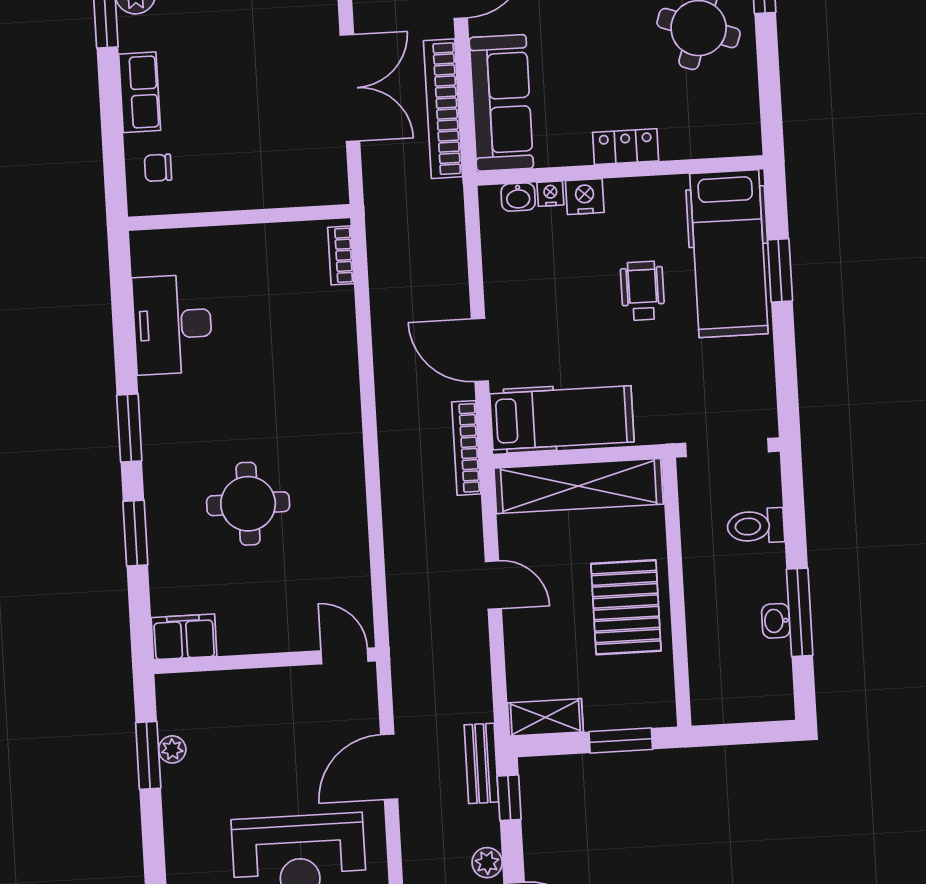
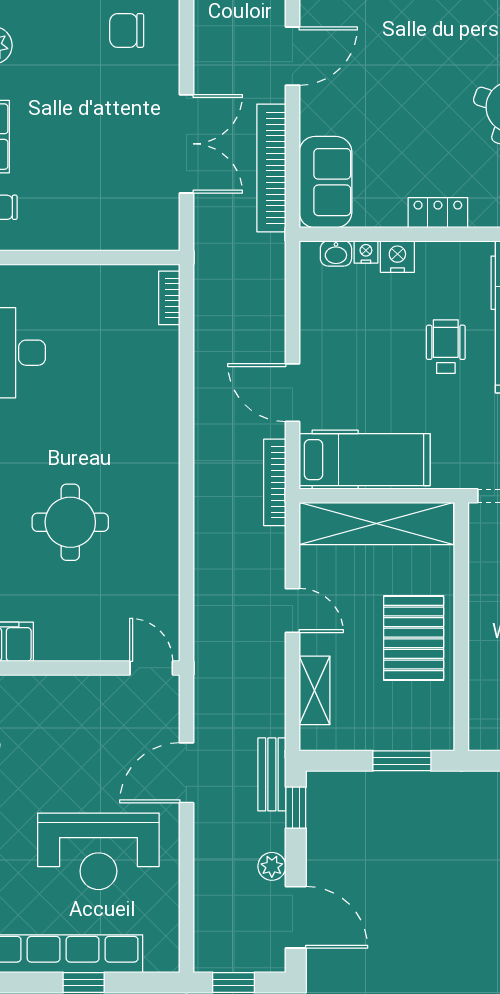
sofa: (501, 103) -> (325, 182), width x0.73
shelving: (545, 717) -> (315, 690), moved, turned 90

